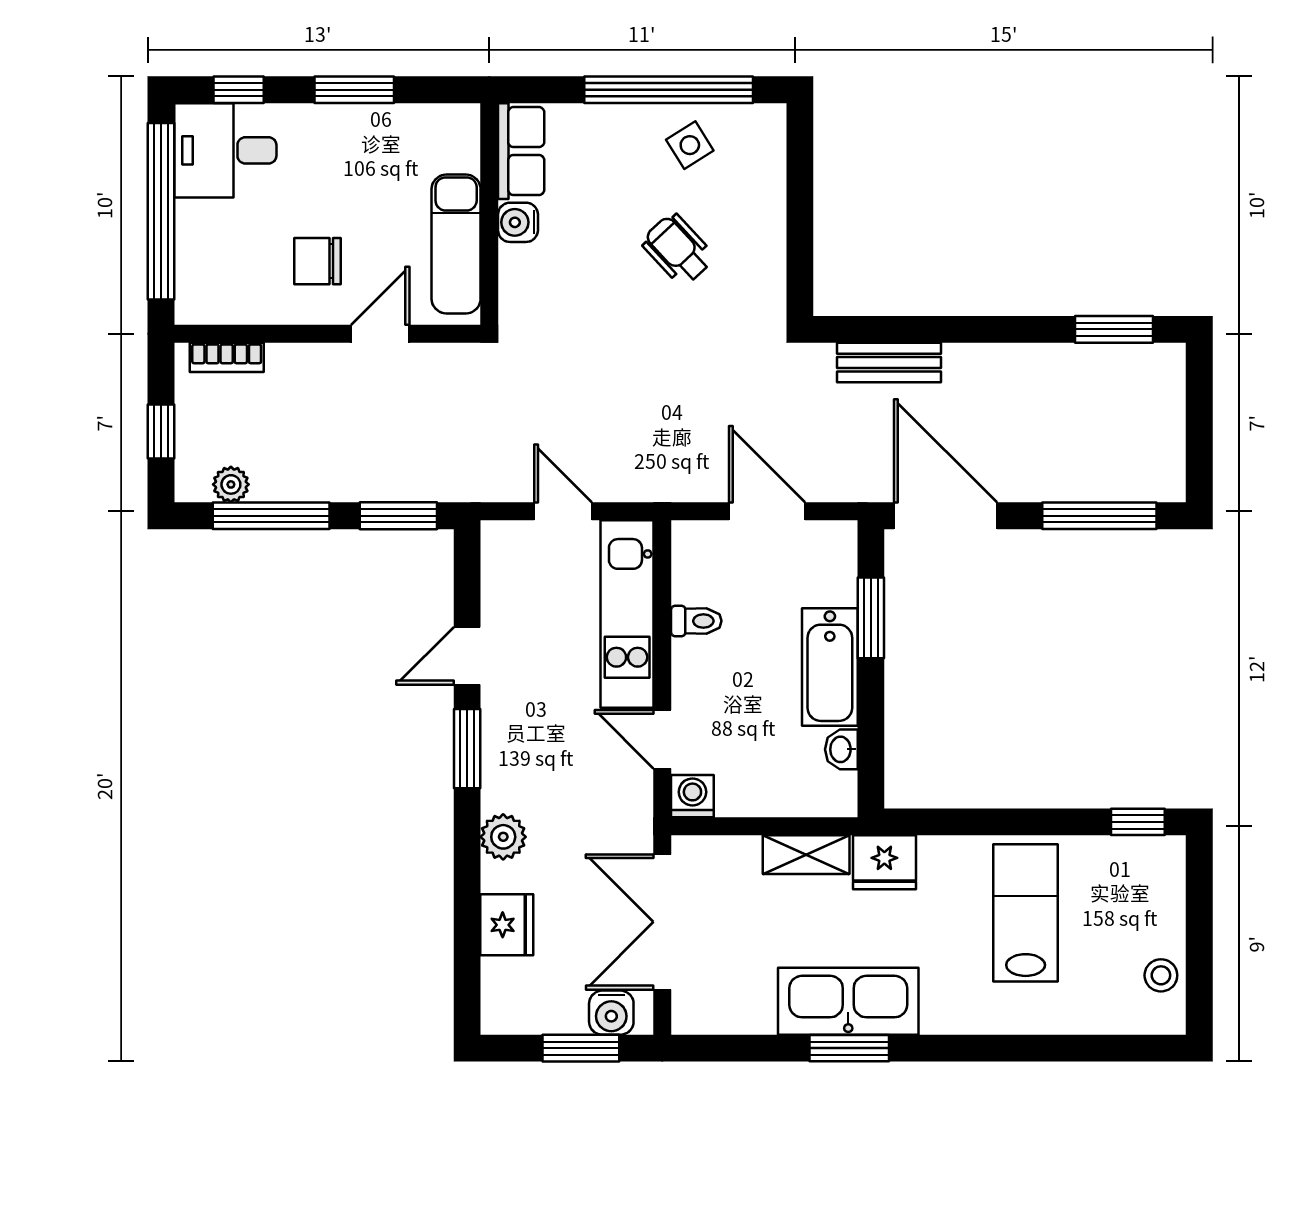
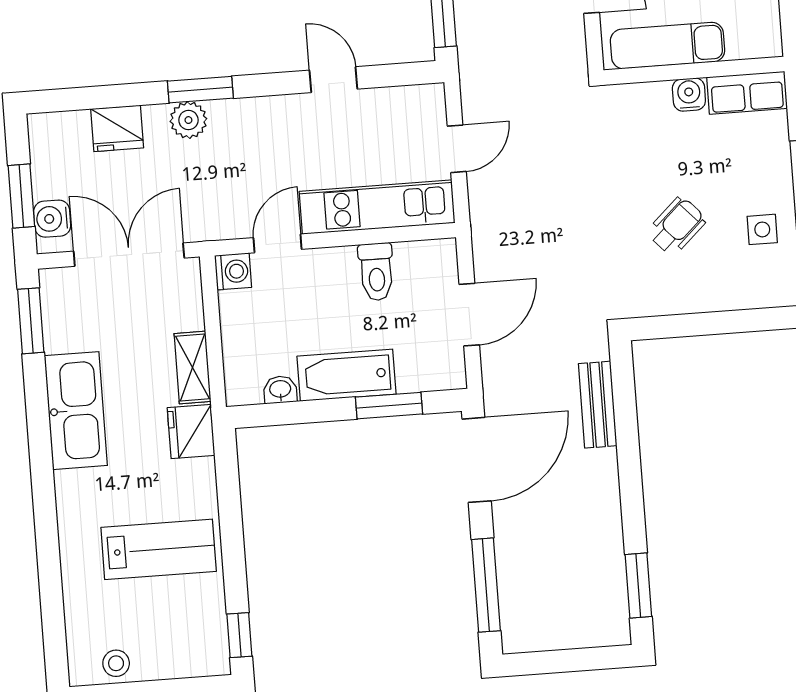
side table: (690, 145) -> (762, 229), turned 32
toilet: (696, 621) -> (376, 272), width x1.37, depth x1.39
window: (467, 749) -> (200, 90), moved
window: (849, 1048) -> (31, 321), moved

